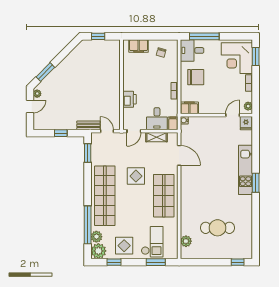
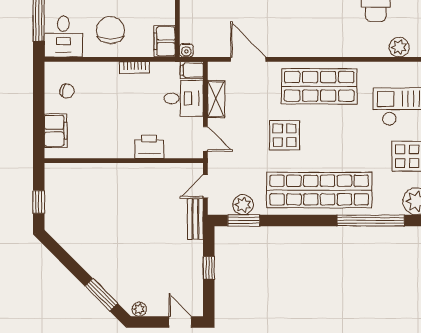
door: (30, 107) -> (180, 322), moved
door: (179, 155) -> (248, 59), hinge flipped
plant: (96, 237) -> (243, 205), moved

